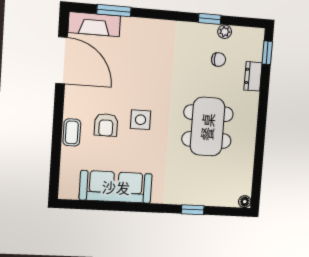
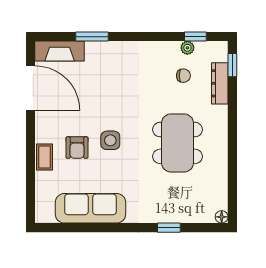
window: (114, 11) -> (92, 37), moved
window: (210, 19) -> (195, 37), moved
dresser: (253, 76) -> (220, 83), width x1.44

